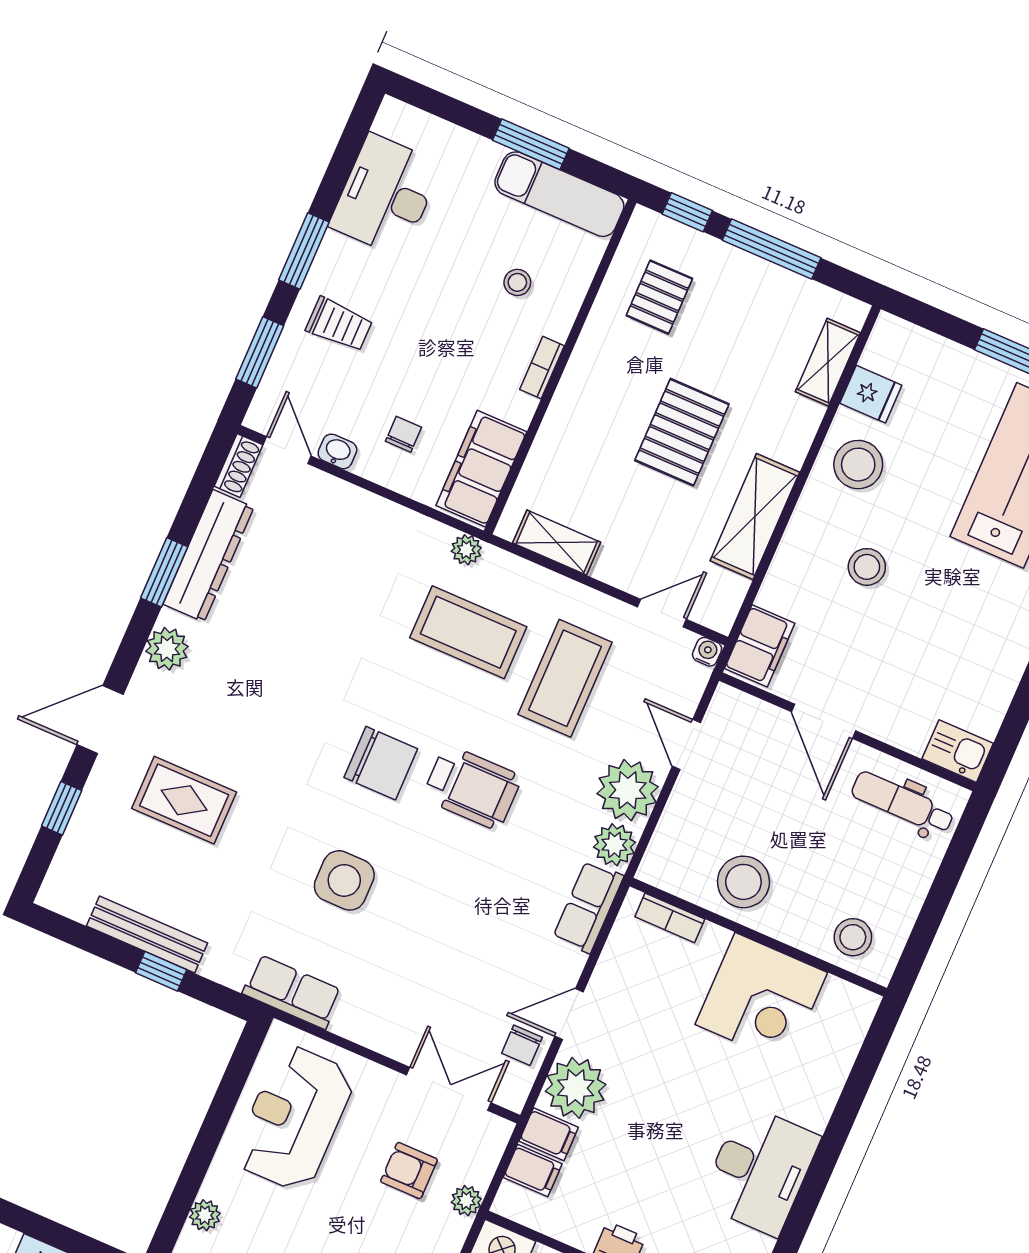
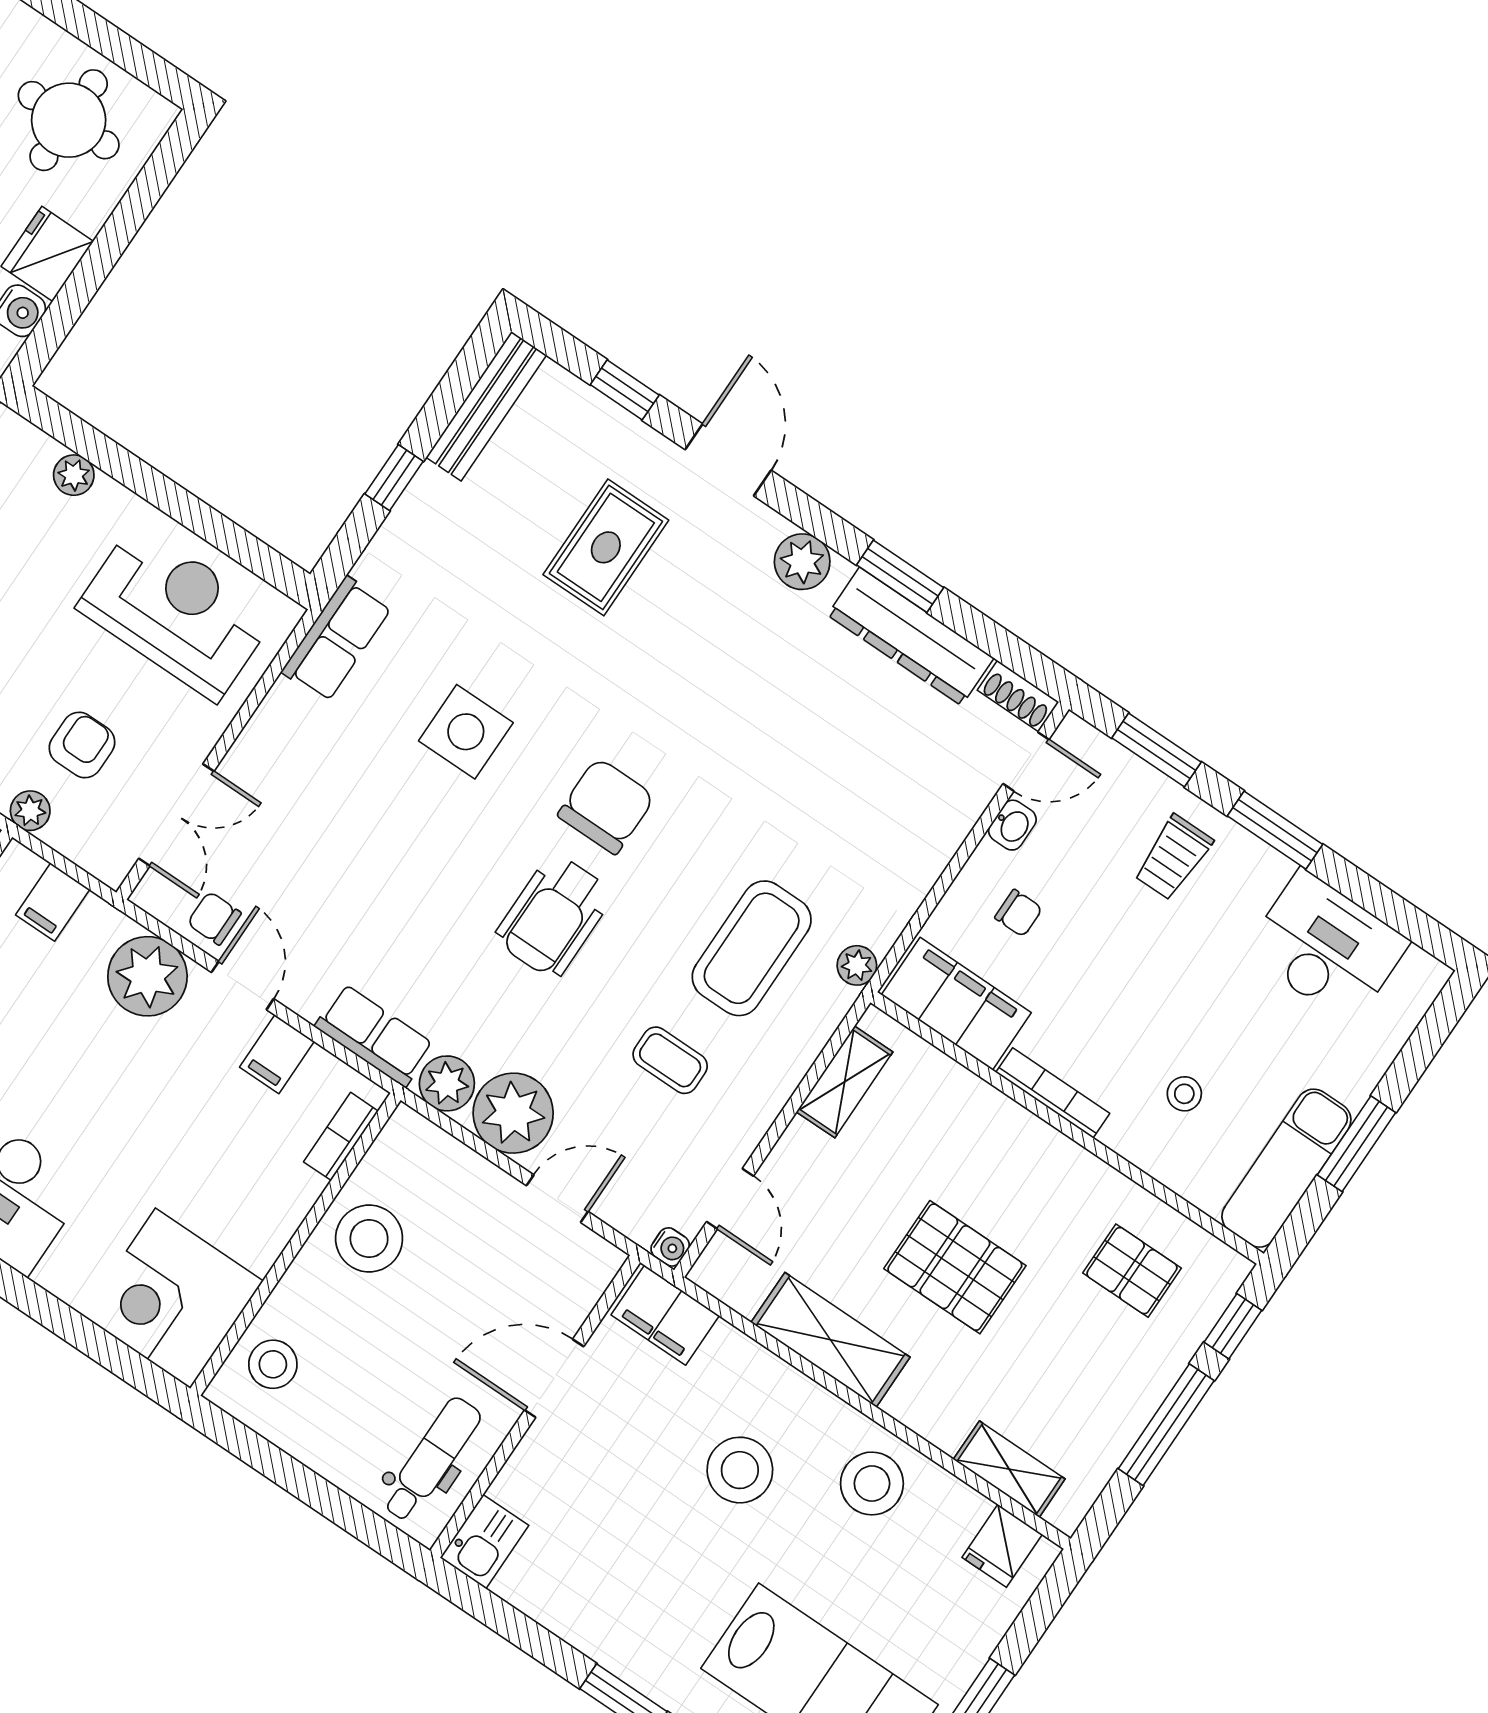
bookcase: (542, 368) -> (1053, 1093), width x1.56
fridge: (871, 394) -> (1002, 1546), moved
stool: (867, 567) -> (740, 1470), width x1.38, depth x1.38
coffee table: (565, 678) -> (670, 1060), width x0.54, depth x0.58
chair: (381, 763) -> (606, 806), turned 180
bench: (147, 935) -> (486, 406), moved
corner desk: (761, 998) -> (173, 1298), moved
filing cabinet: (549, 1134) -> (277, 1054), moved

